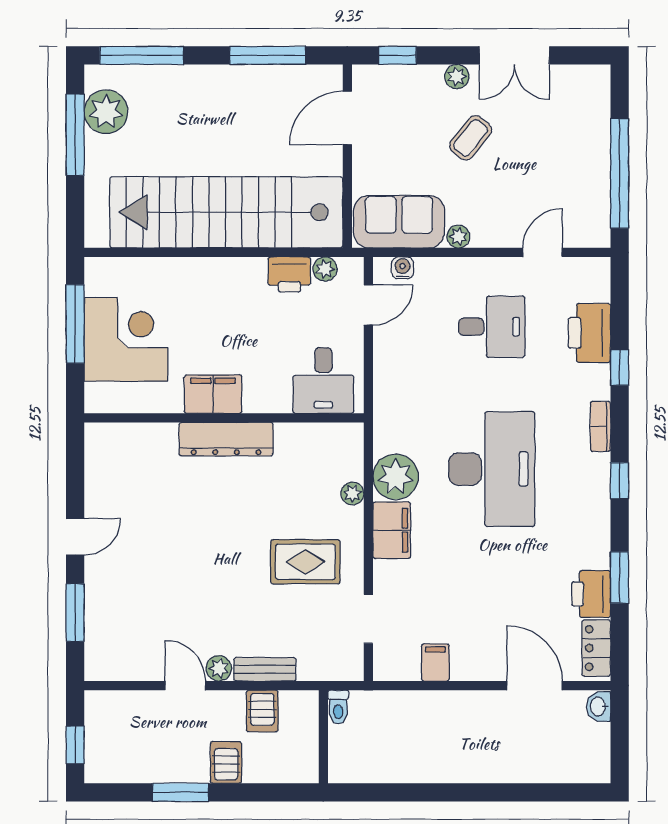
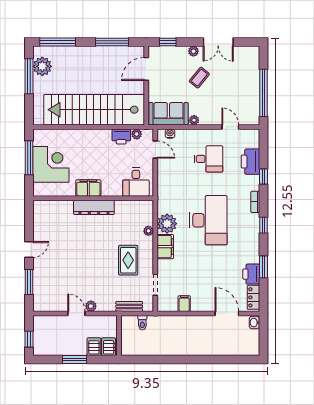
door: (542, 252) -> (230, 127), hinge flipped
door: (368, 305) -> (155, 150), hinge flipped
rug: (305, 562) -> (128, 260), turned 90
bench: (265, 669) -> (129, 306), moved
server rack: (262, 711) -> (109, 347), moved, turned 180
wall: (323, 737) -> (119, 336), moved

